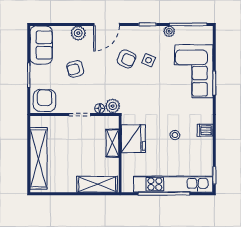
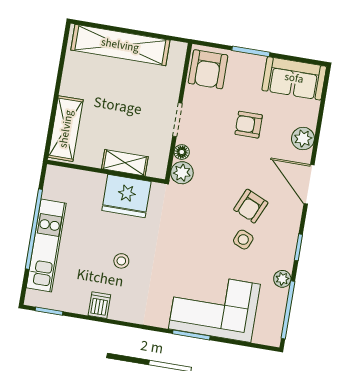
armchair: (75, 69) -> (249, 125), turned -76
armchair: (44, 100) -> (208, 69), turned 89
dishwasher: (205, 130) -> (99, 305), moved
kitchen unit: (173, 184) -> (46, 245), width x0.73

